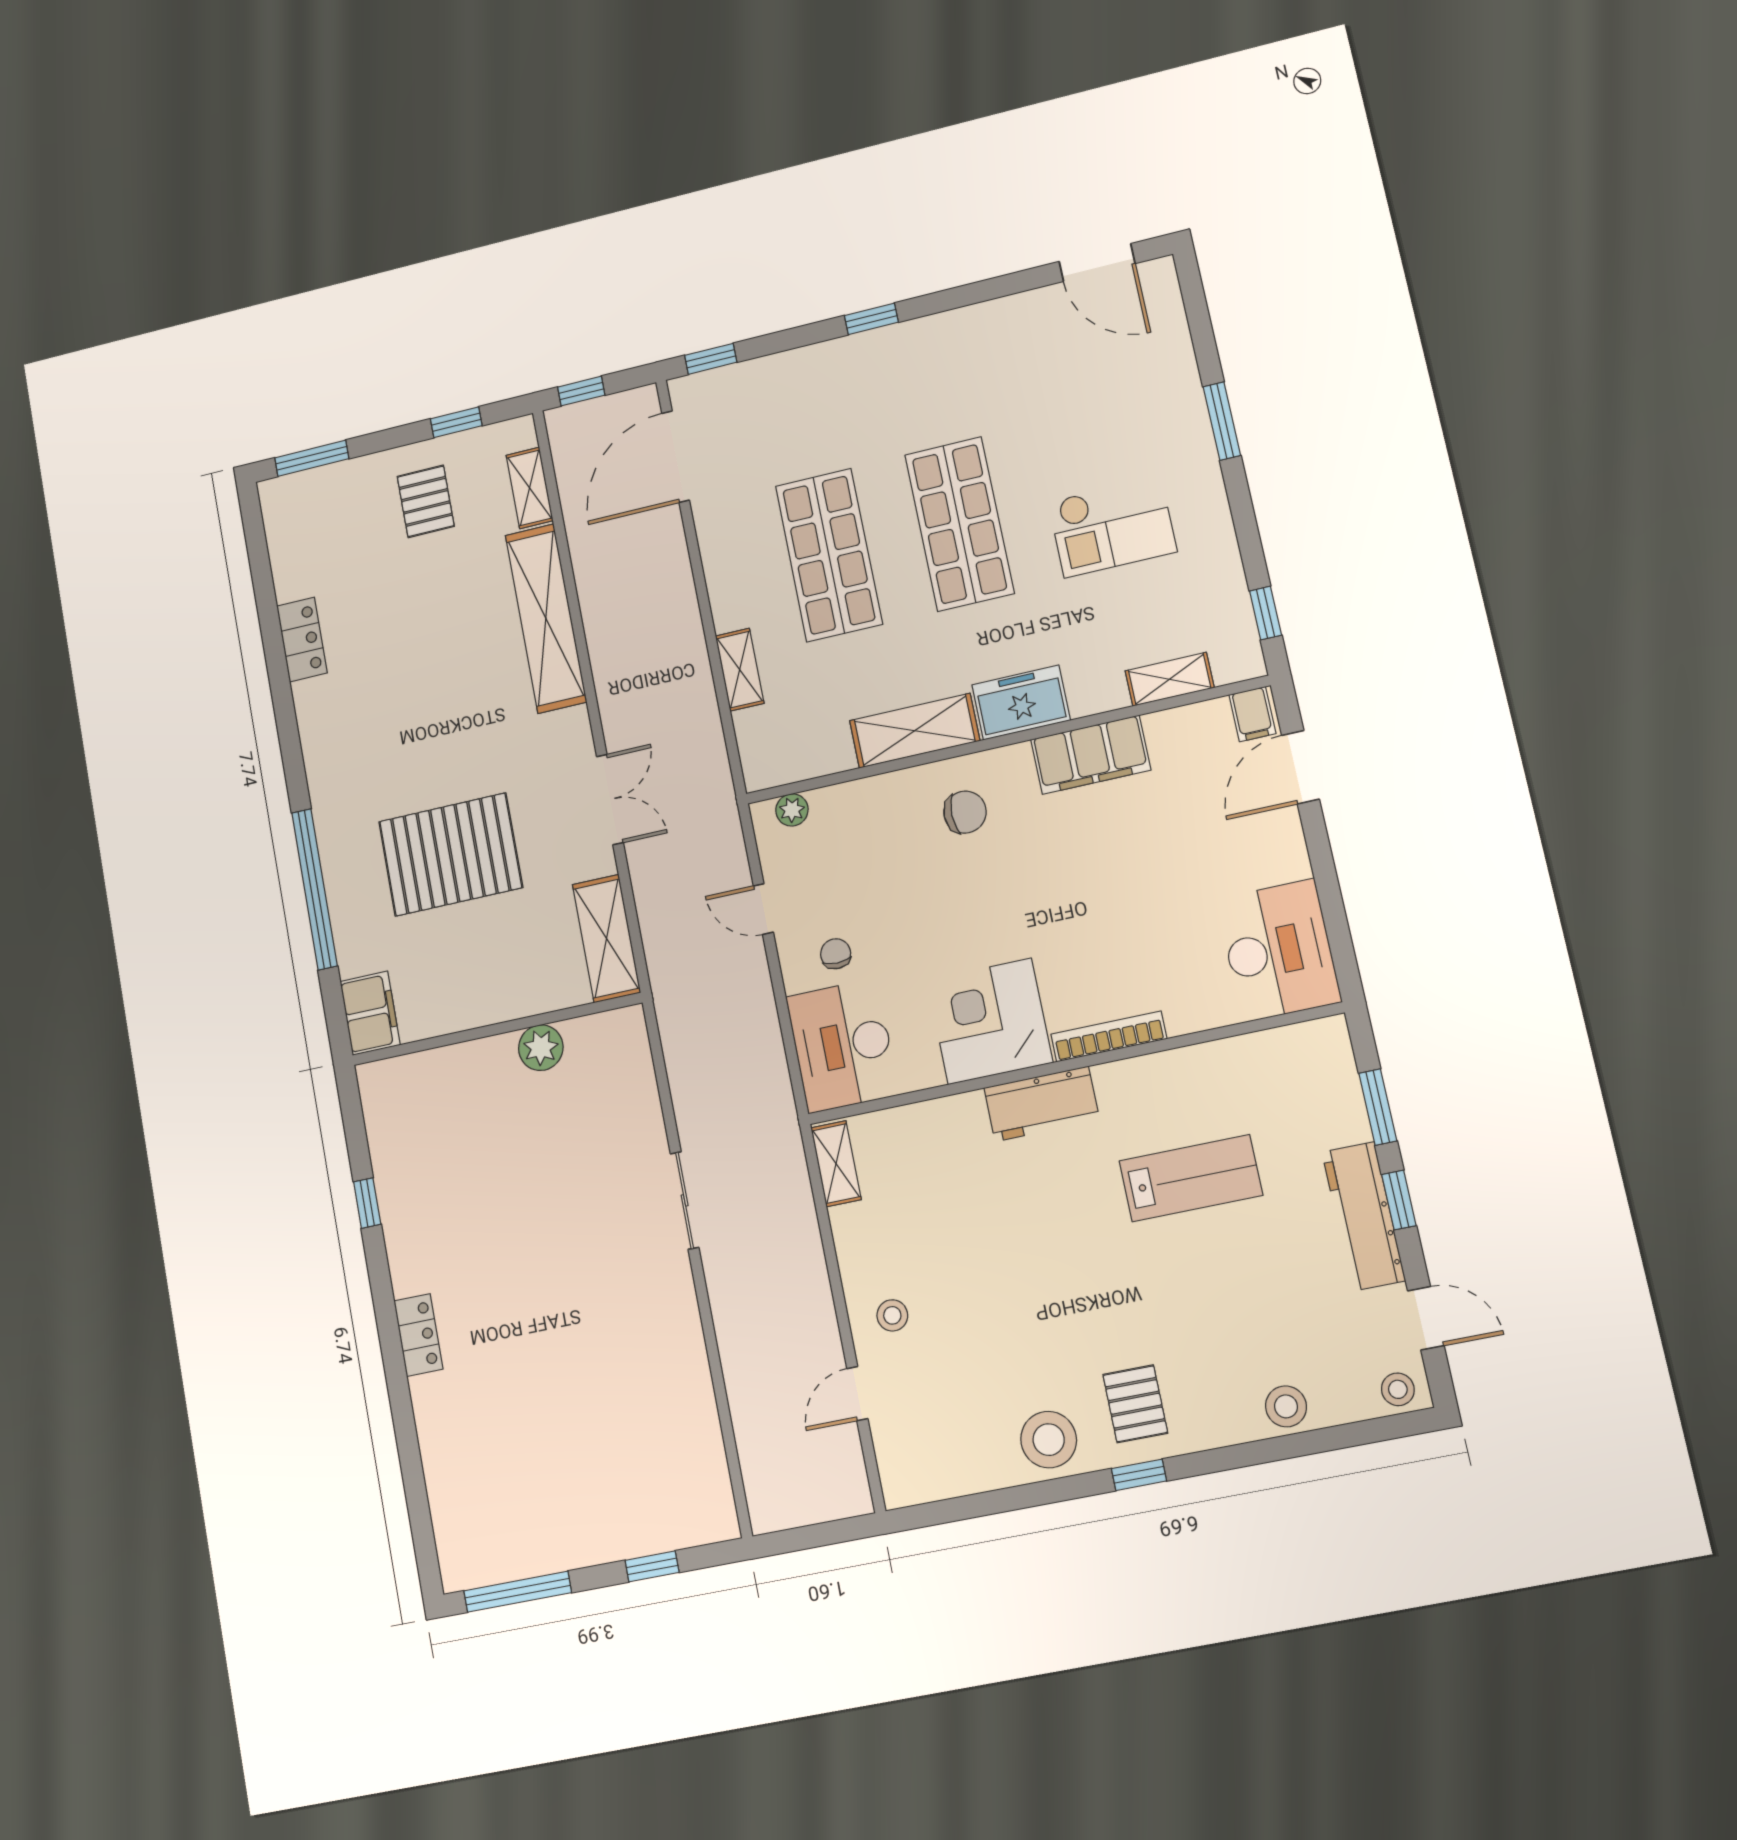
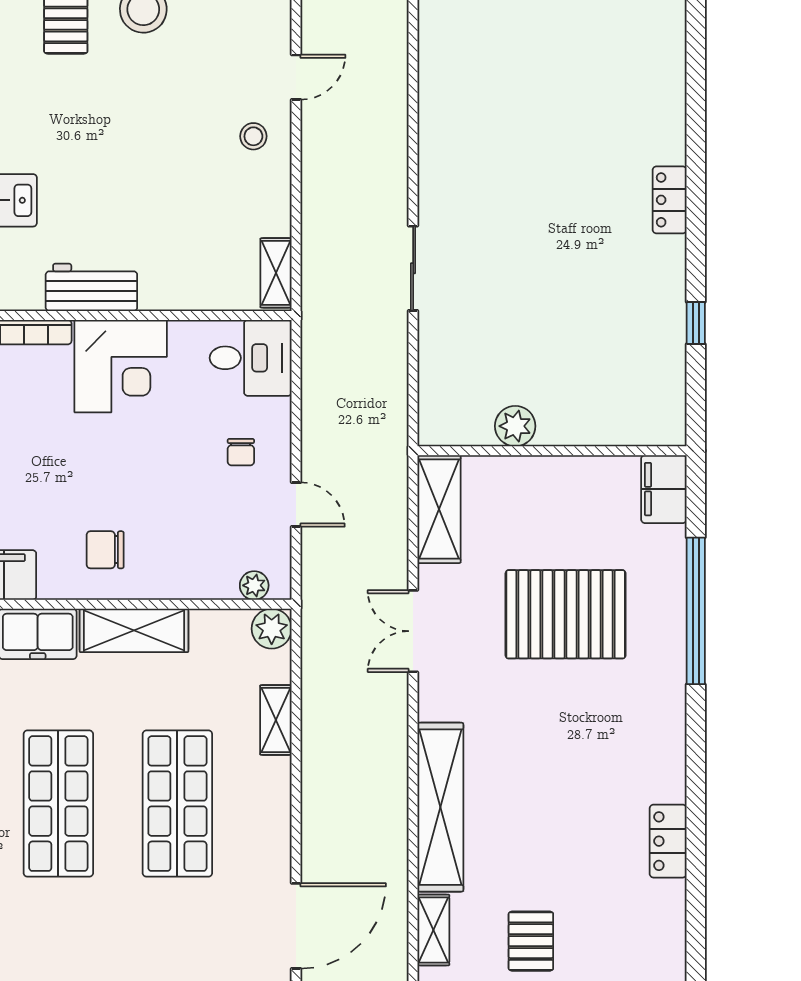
plant: (764, 767) -> (272, 629), added
desk: (842, 1046) -> (251, 358), width x0.73

